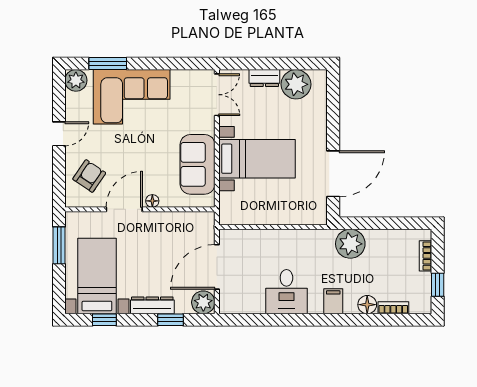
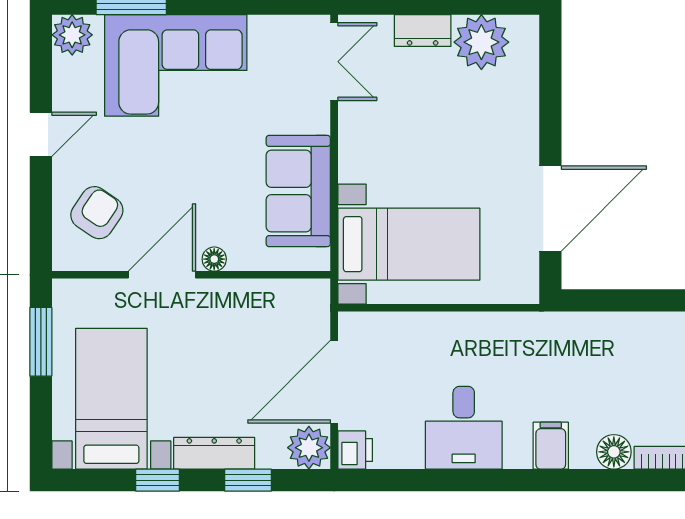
bed with nightstands: (257, 159) -> (409, 244), moved
plant: (350, 244) -> (582, 339), removed
printer: (228, 304) -> (355, 450), added
window: (104, 320) -> (158, 480), moved

